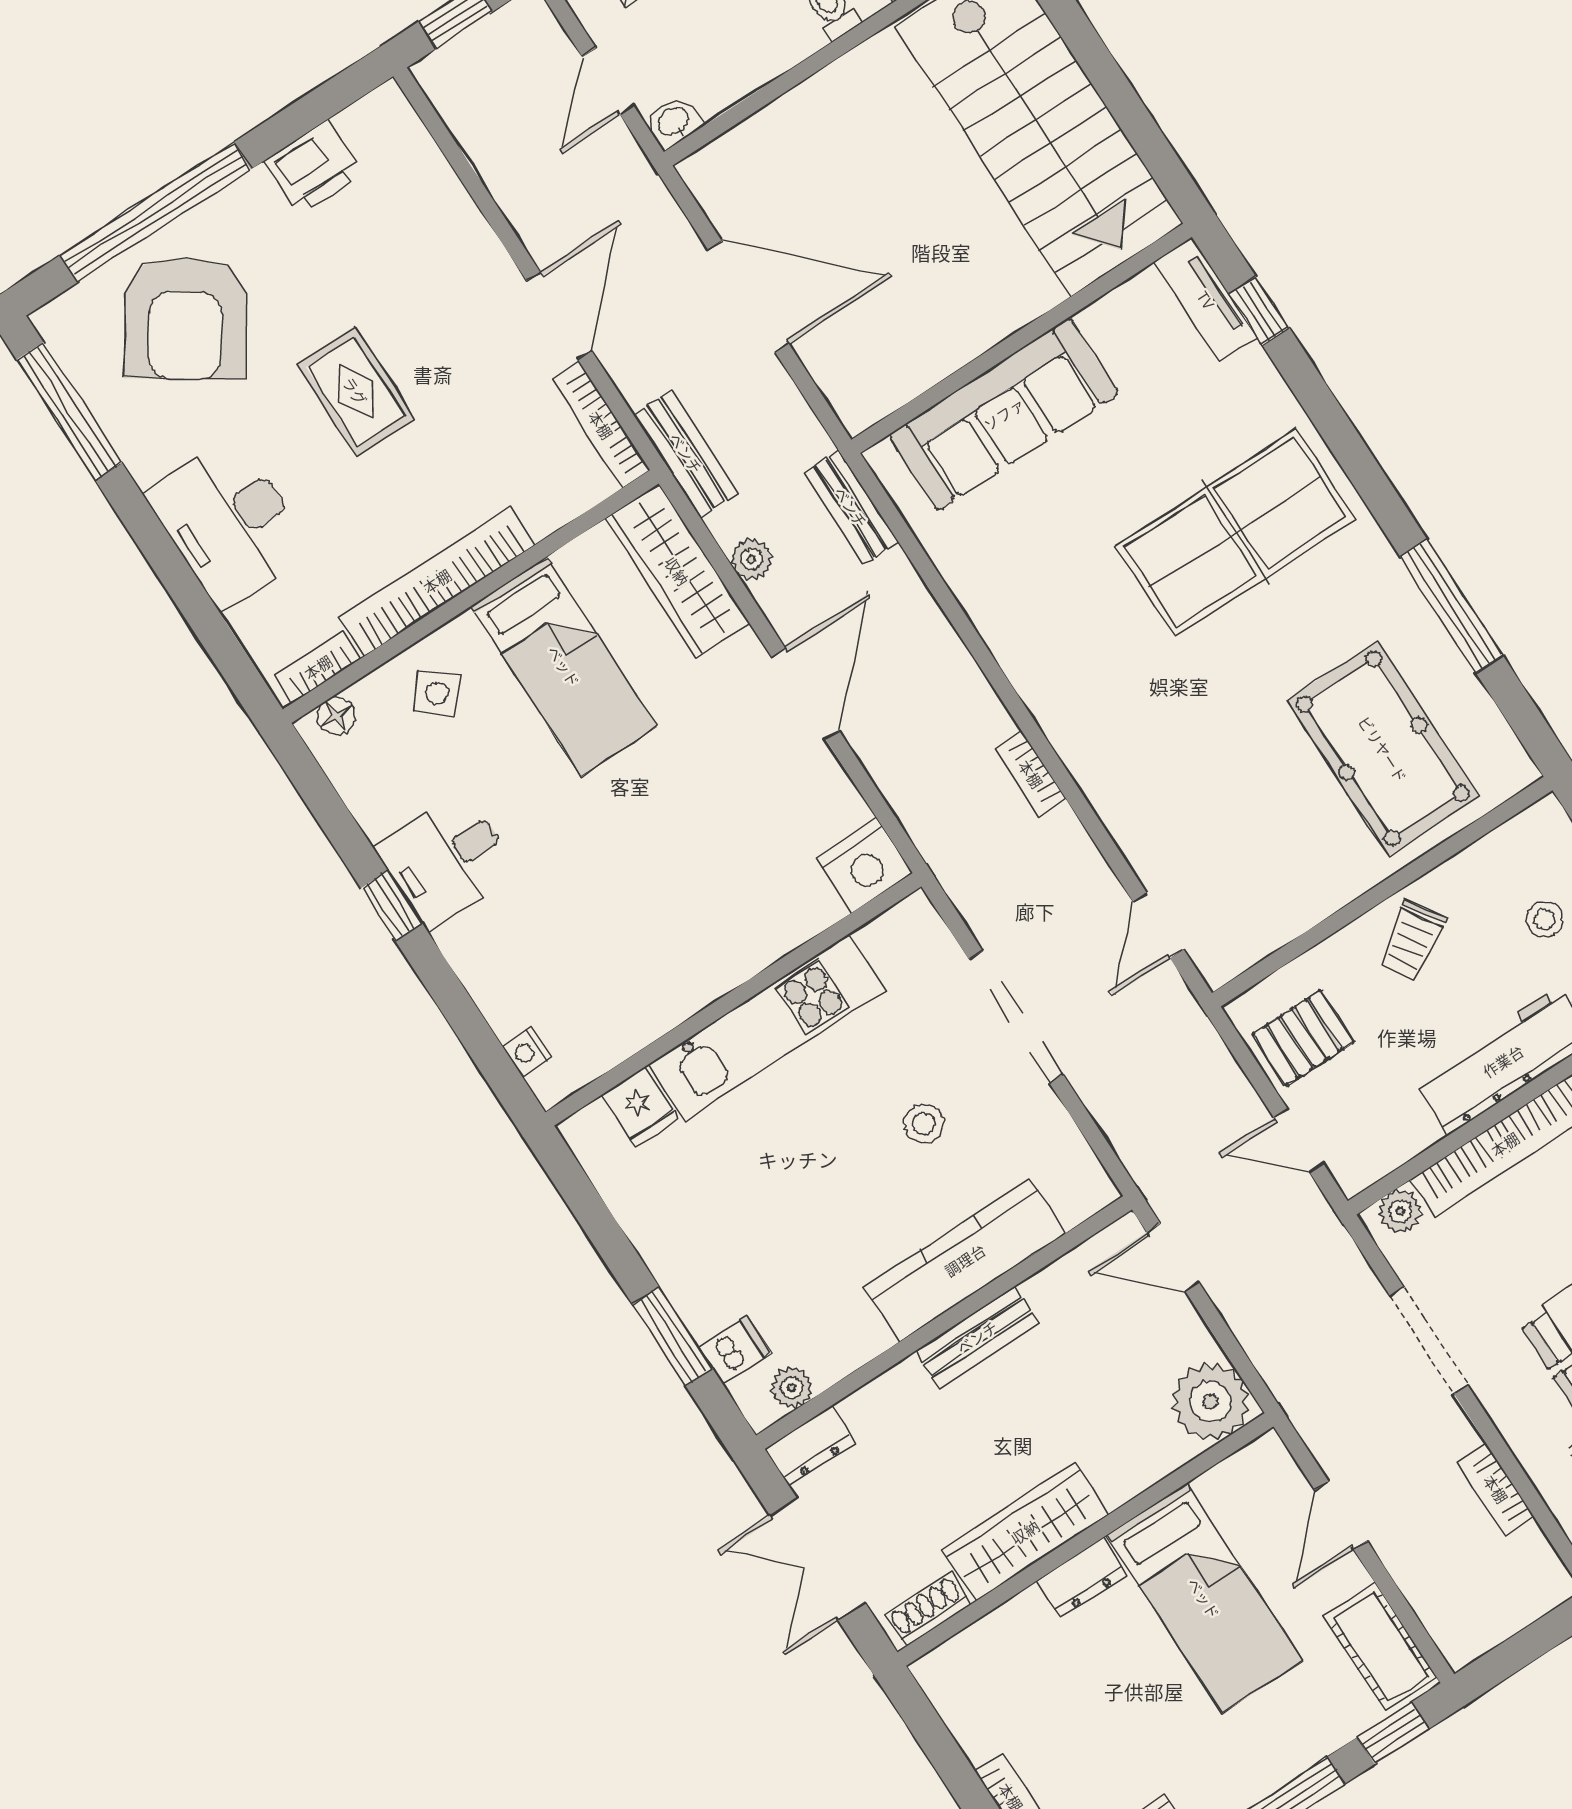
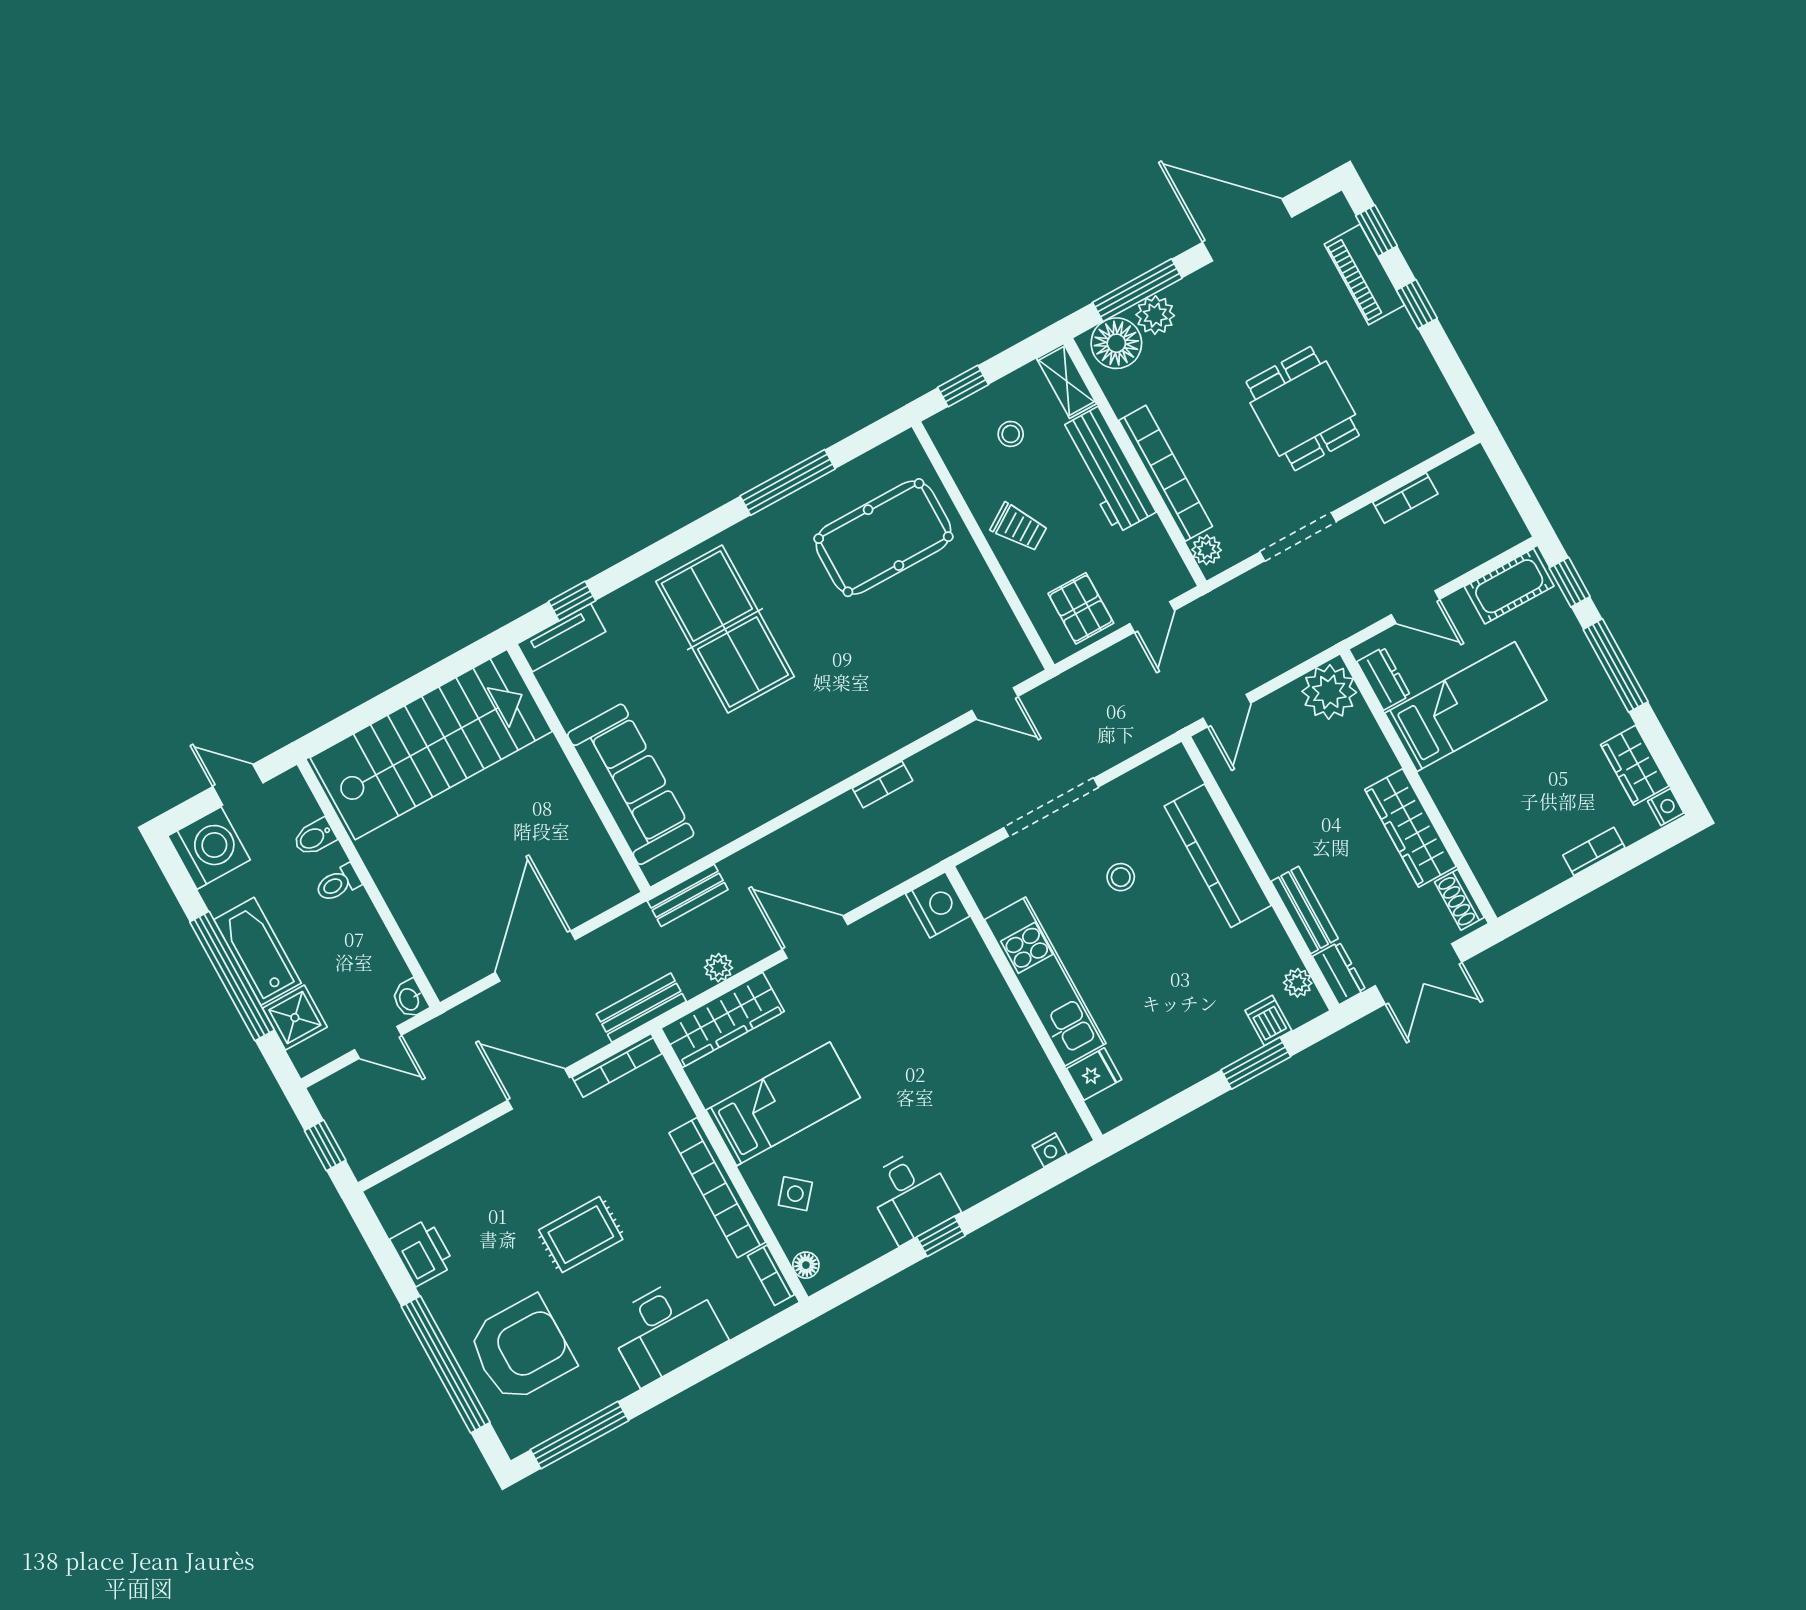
armchair: (185, 318) -> (521, 1349), turned -34
bench: (977, 1337) -> (1305, 910), moved
dresser: (1082, 1578) -> (1384, 679), moved

